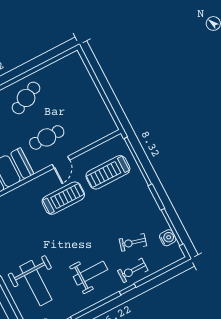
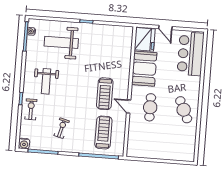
water cooler: (168, 238) -> (24, 144), moved
exercise bike: (133, 242) -> (62, 128), moved

